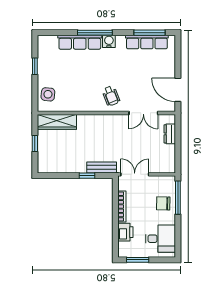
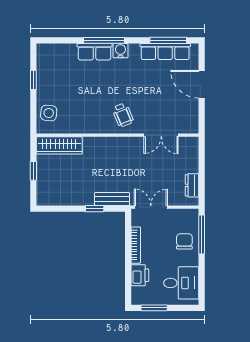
row of seats: (80, 42) -> (95, 52), width x0.68
door: (178, 90) -> (202, 84), moved
dresser: (170, 134) -> (192, 185), moved
chair: (163, 203) -> (184, 241), turned 89

